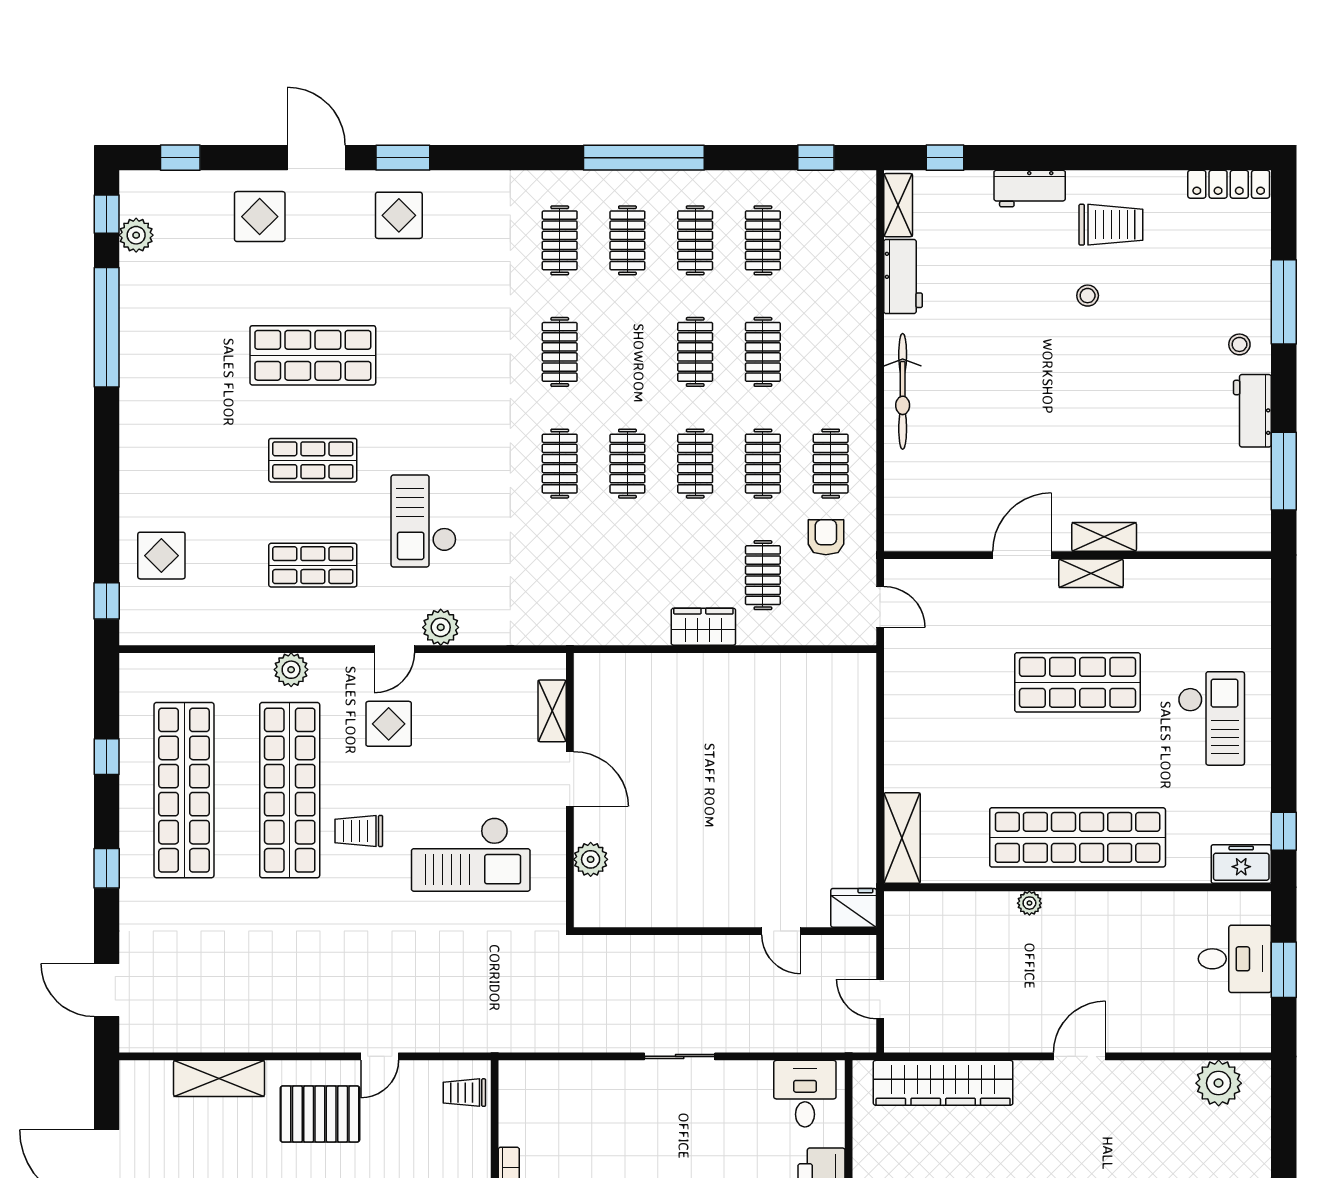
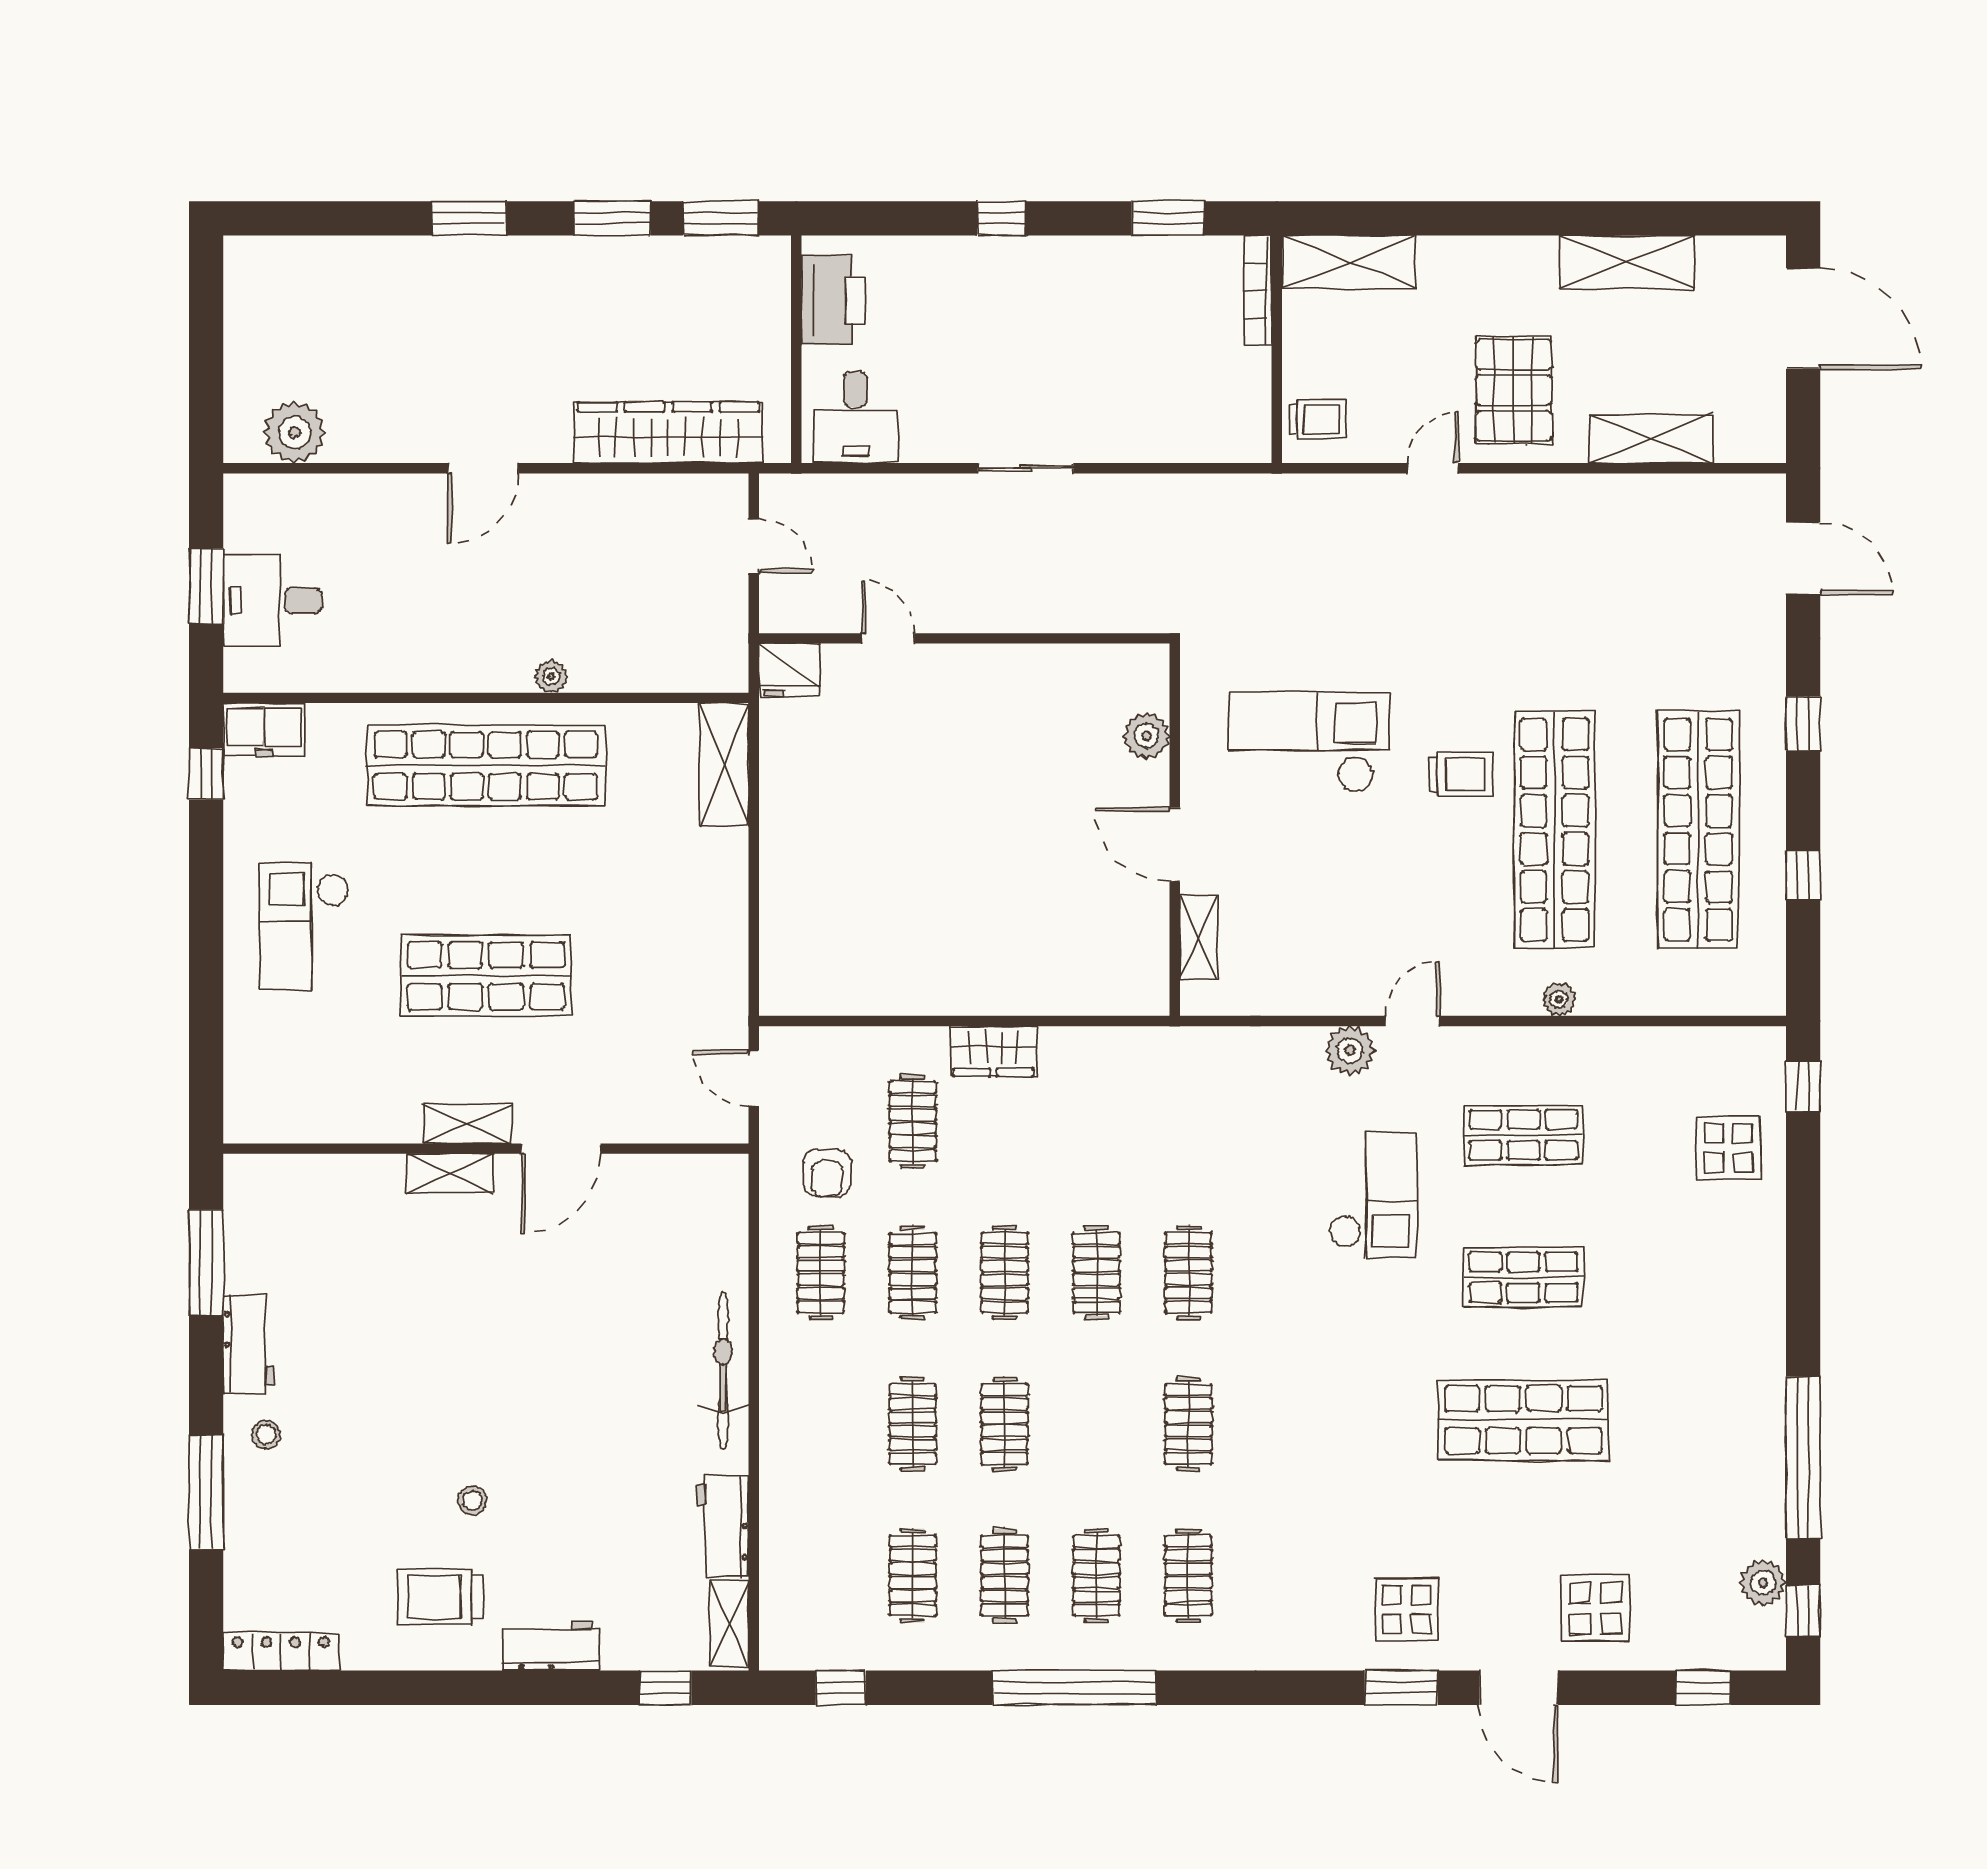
plant: (291, 670) -> (1559, 999), width x0.73, depth x0.73
display table: (389, 724) -> (1420, 920), removed
pallet: (320, 1114) -> (1514, 390), turned 90

